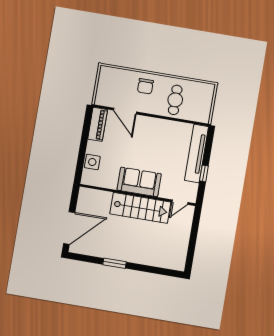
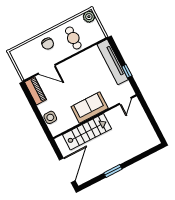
plant: (207, 90) -> (89, 17), added
stairs: (140, 208) -> (87, 132), moved

